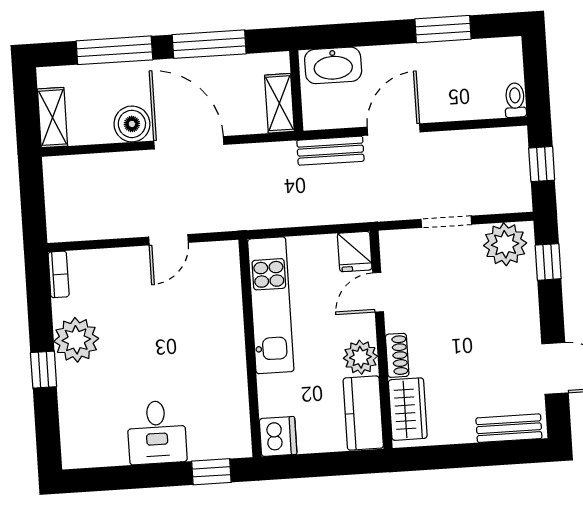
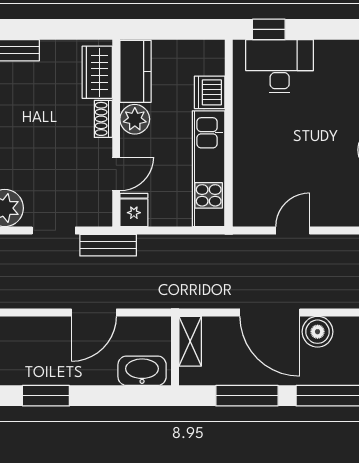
bench: (330, 151) -> (108, 245), moved
desk: (157, 432) -> (280, 66), moved, width x1.37
dishwasher: (278, 436) -> (210, 92), moved

